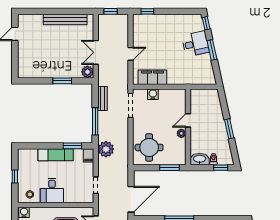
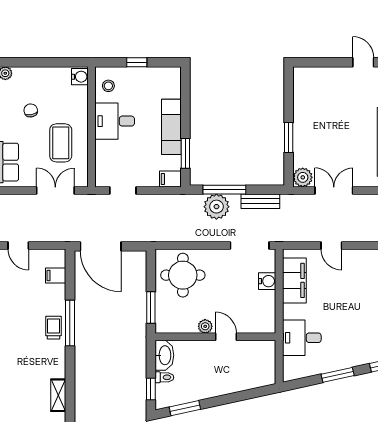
desk: (195, 44) -> (302, 338), moved, turned 102
window: (229, 129) -> (185, 408), moved
plant: (106, 149) -> (216, 207), moved

